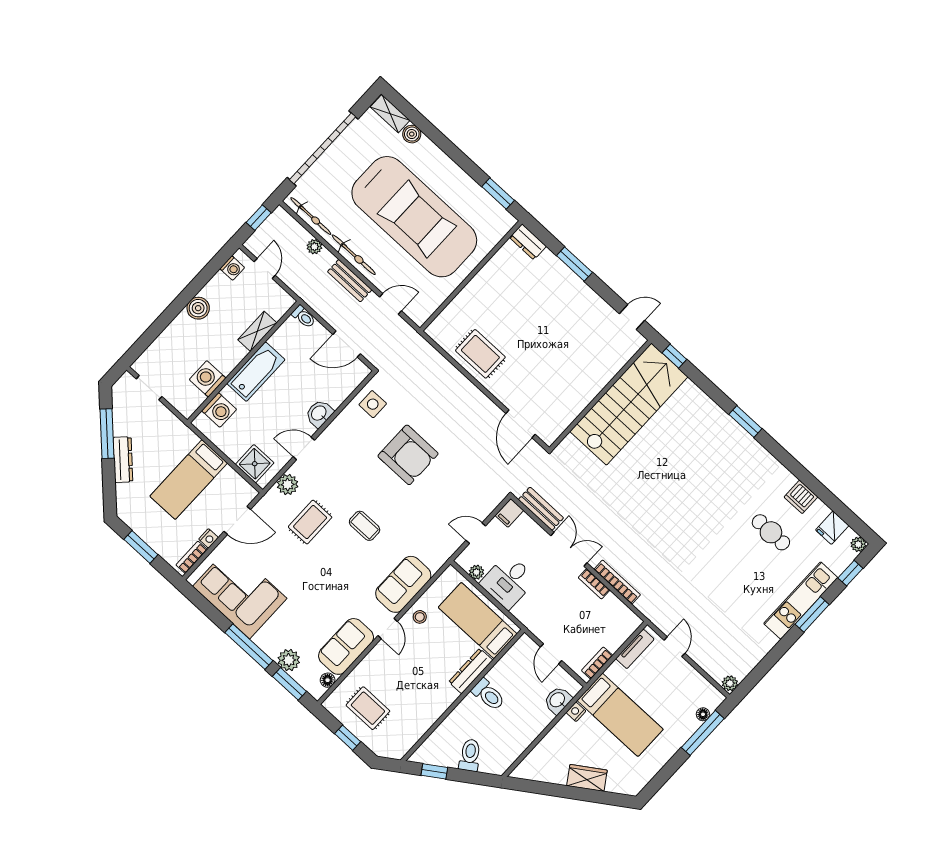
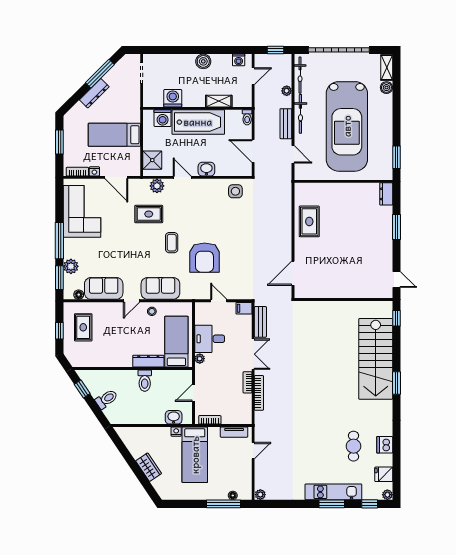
bathtub: (256, 372) -> (198, 122), width x1.36, depth x1.36
stairs: (629, 404) -> (376, 359), moved, turned 90
armchair: (408, 455) -> (205, 258), moved
plant: (476, 572) -> (200, 359), moved

